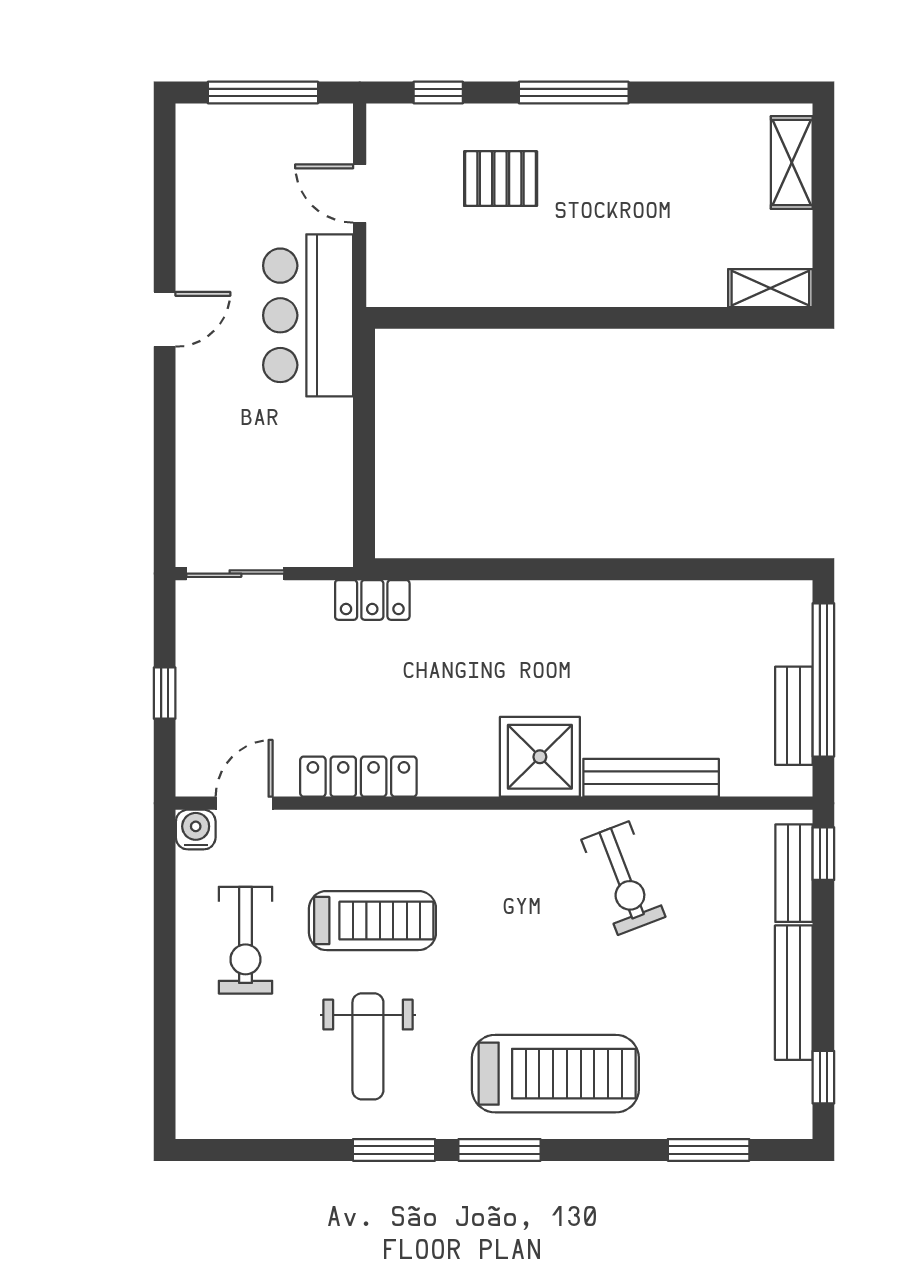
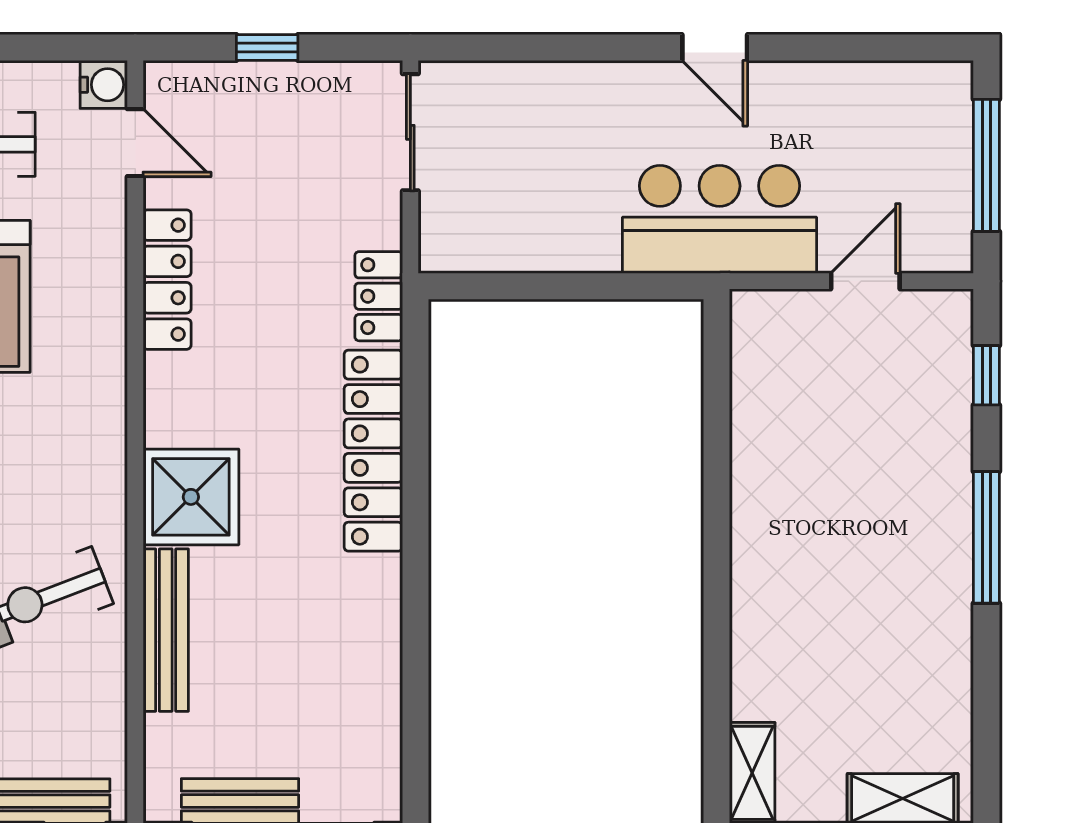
pallet: (501, 179) -> (883, 450), removed
locker: (501, 604) -> (373, 451), added

